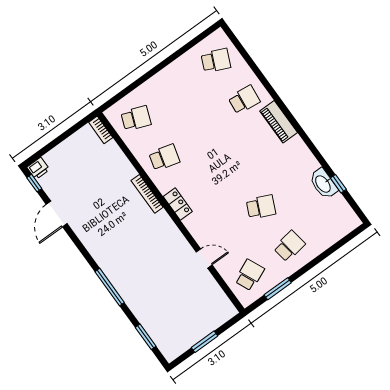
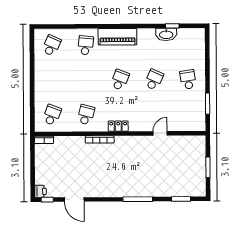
piano: (279, 122) -> (117, 37), width x1.37, depth x1.33
school desk: (249, 275) -> (120, 80), moved, turned 45

